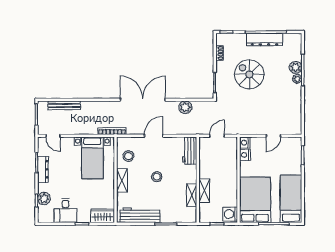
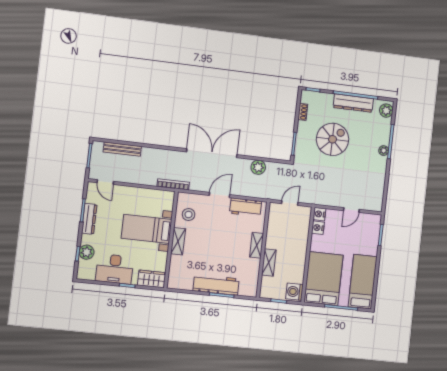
plant: (296, 67) -> (386, 111), moved
spiral stairs: (249, 74) -> (333, 139), turned 90
workbench: (190, 151) -> (246, 207), moved, turned -90
bed with nightstands: (92, 158) -> (147, 229), moved, turned 90
stool: (157, 177) -> (218, 241), removed
shelving: (192, 195) -> (257, 245), moved
desk: (66, 211) -> (115, 269), width x1.37
workbench: (140, 215) -> (216, 285), moved

